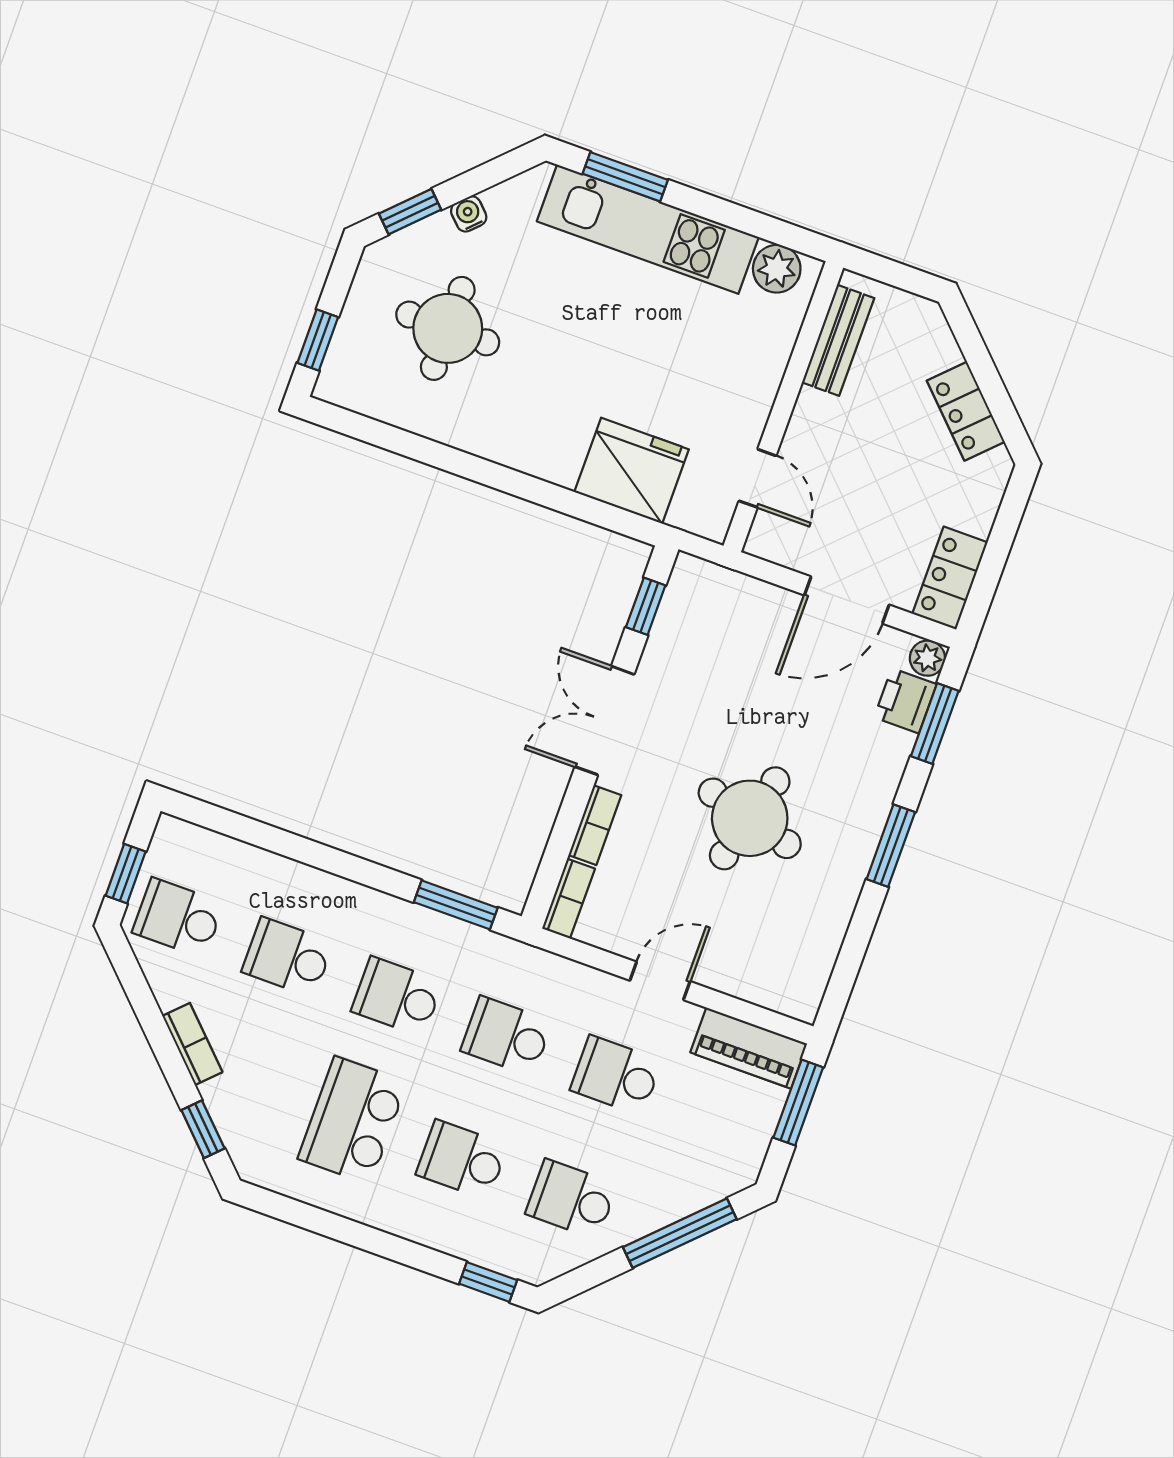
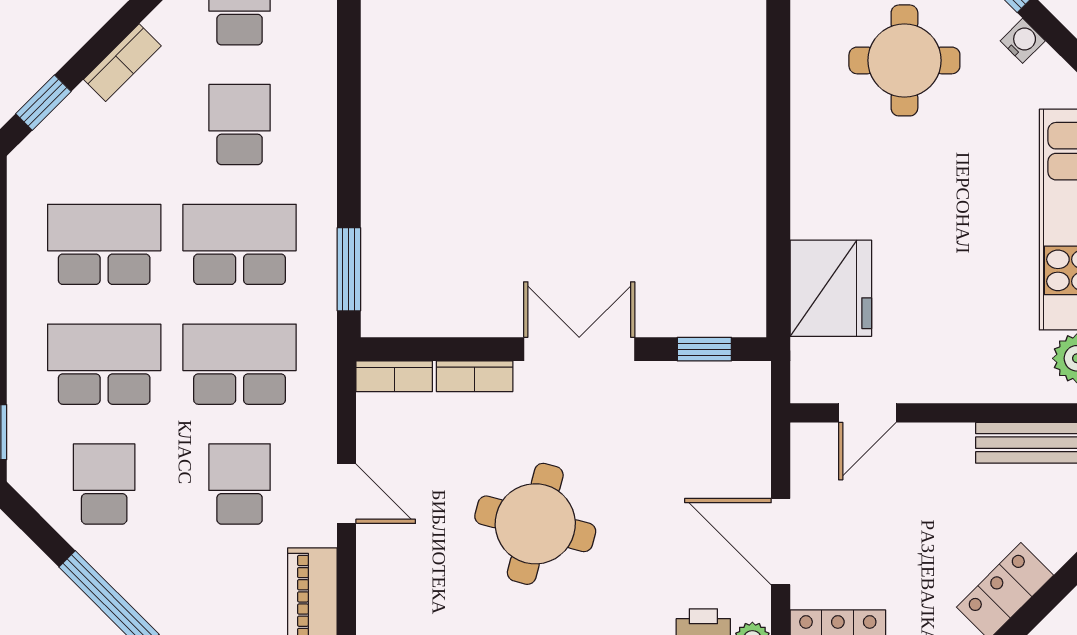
school desk: (397, 997) -> (240, 244), width x1.85
school desk: (507, 1036) -> (240, 364), width x1.85
school desk: (462, 1160) -> (104, 364), width x1.85

